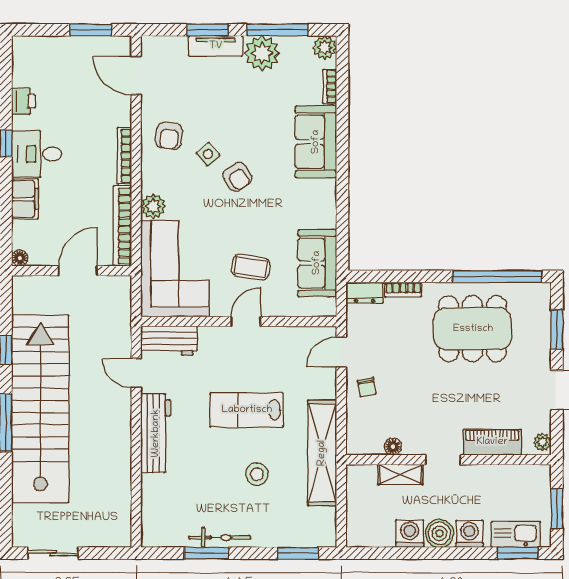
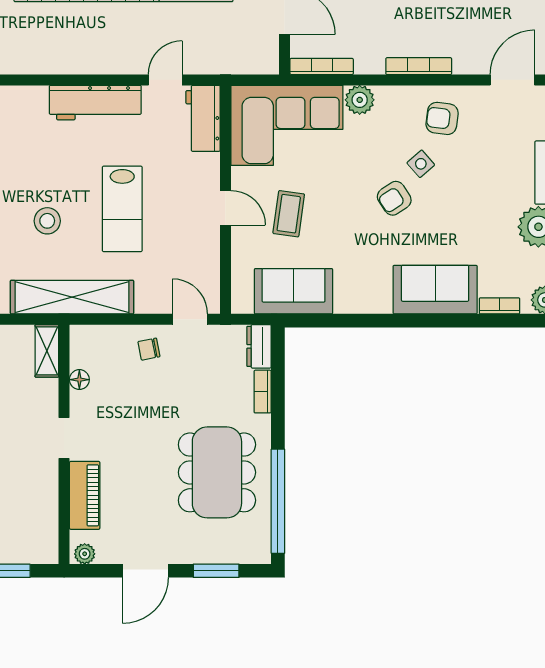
bookcase: (122, 226) -> (322, 66), width x0.68, depth x0.76
lab bench: (247, 410) -> (122, 209), turned 180
shelving: (400, 474) -> (47, 351), moved

